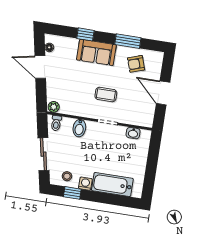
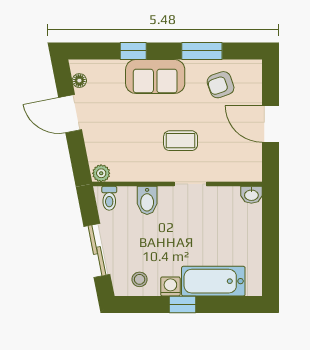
washbasin: (133, 133) -> (251, 195), moved
window: (72, 193) -> (182, 304), moved

